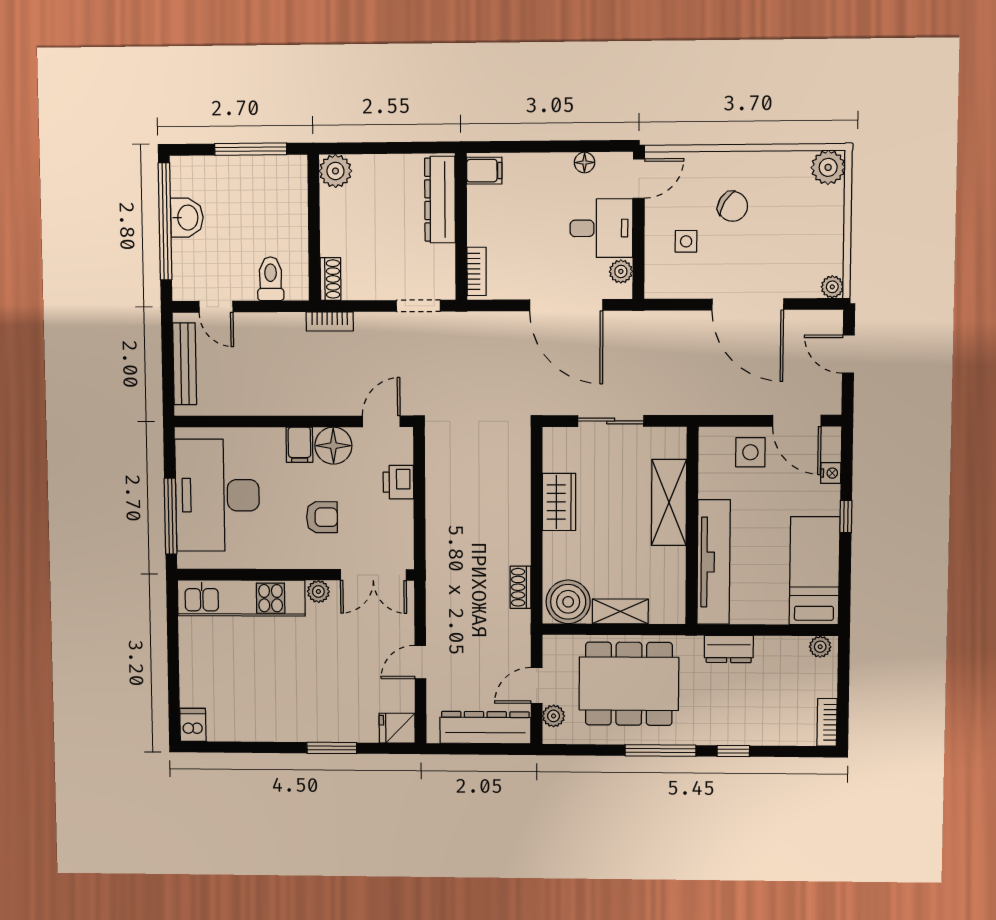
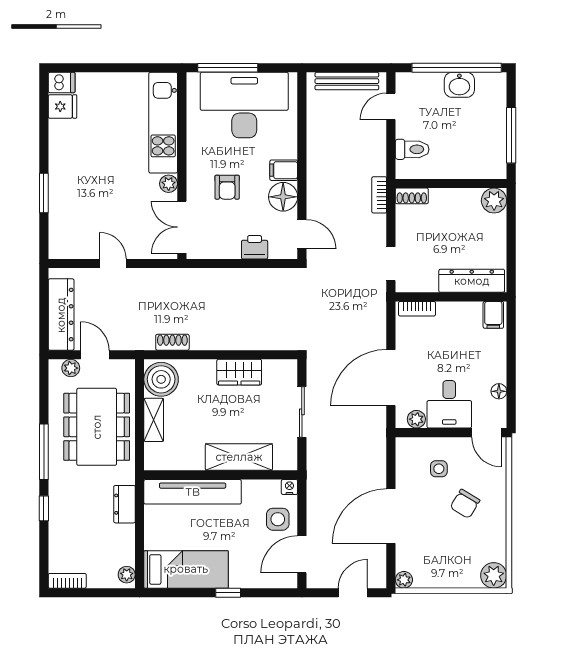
nightstand: (831, 473) -> (289, 487), moved, turned 180
fridge: (397, 728) -> (63, 106), moved, turned 90

